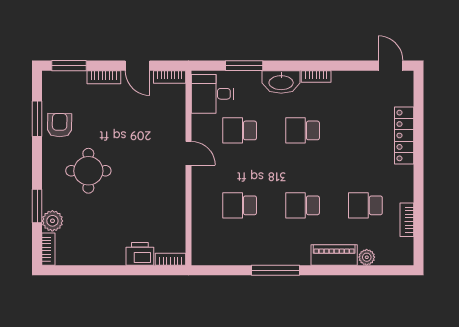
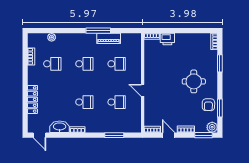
washbasin: (281, 82) -> (60, 127), moved
desk: (212, 94) -> (130, 121), removed
plant: (52, 221) -> (212, 127), moved
piano: (334, 255) -> (109, 38), moved

